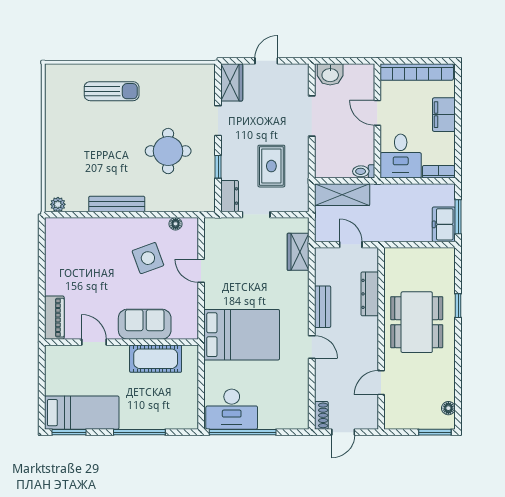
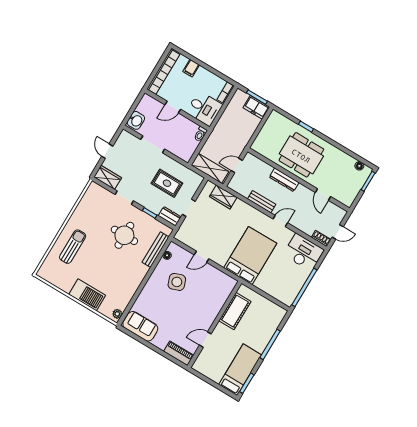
filing cabinet: (444, 115) -> (191, 68), width x0.50
barbecue: (59, 149) -> (87, 295), added
shelving: (342, 195) -> (210, 168), moved, turned 90
bench: (117, 204) -> (156, 250), moved
dresser: (370, 294) -> (284, 180), moved
sofa: (145, 324) -> (140, 326), moved, turned 90
desk: (232, 409) -> (303, 252), moved, turned -90
door: (343, 432) -> (338, 232), hinge flipped

